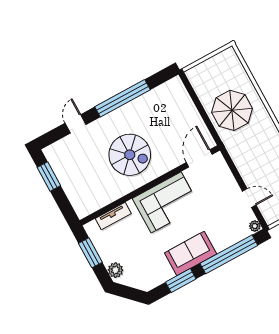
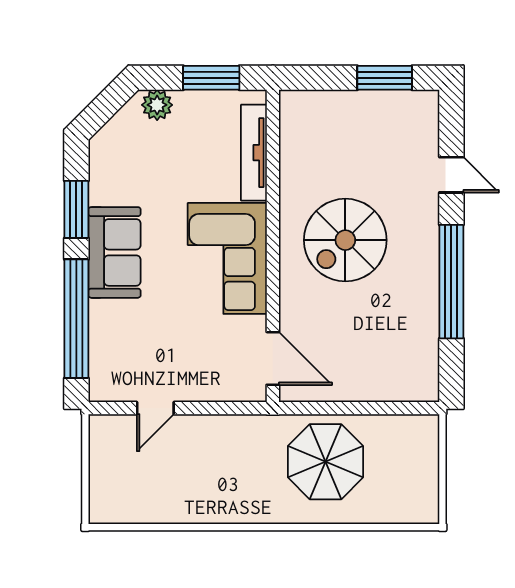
tv unit: (113, 216) -> (254, 153), width x1.41
plant: (255, 226) -> (101, 391), removed

